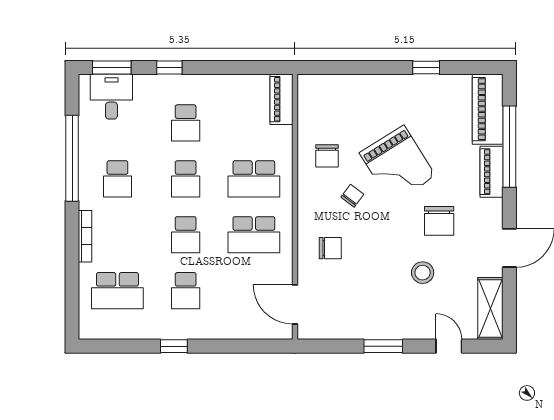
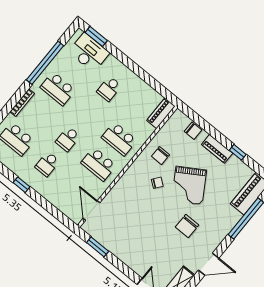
window: (169, 67) -> (122, 58), removed
desk: (111, 97) -> (89, 52), width x1.37
piano: (491, 172) -> (217, 149), moved, turned -90
school desk: (117, 179) -> (58, 89), width x1.85
school desk: (186, 179) -> (88, 114), removed
chair: (330, 248) -> (193, 131), moved
stool: (423, 273) -> (161, 243), removed
window: (383, 346) -> (98, 247), moved

